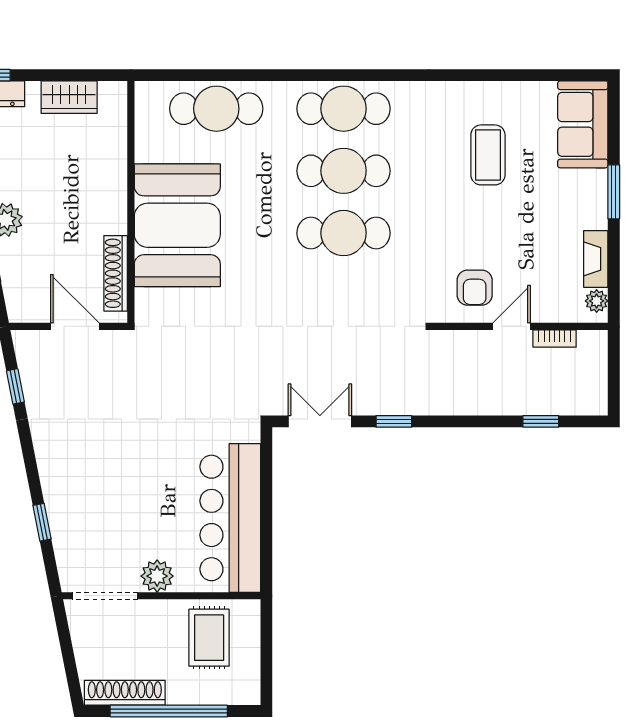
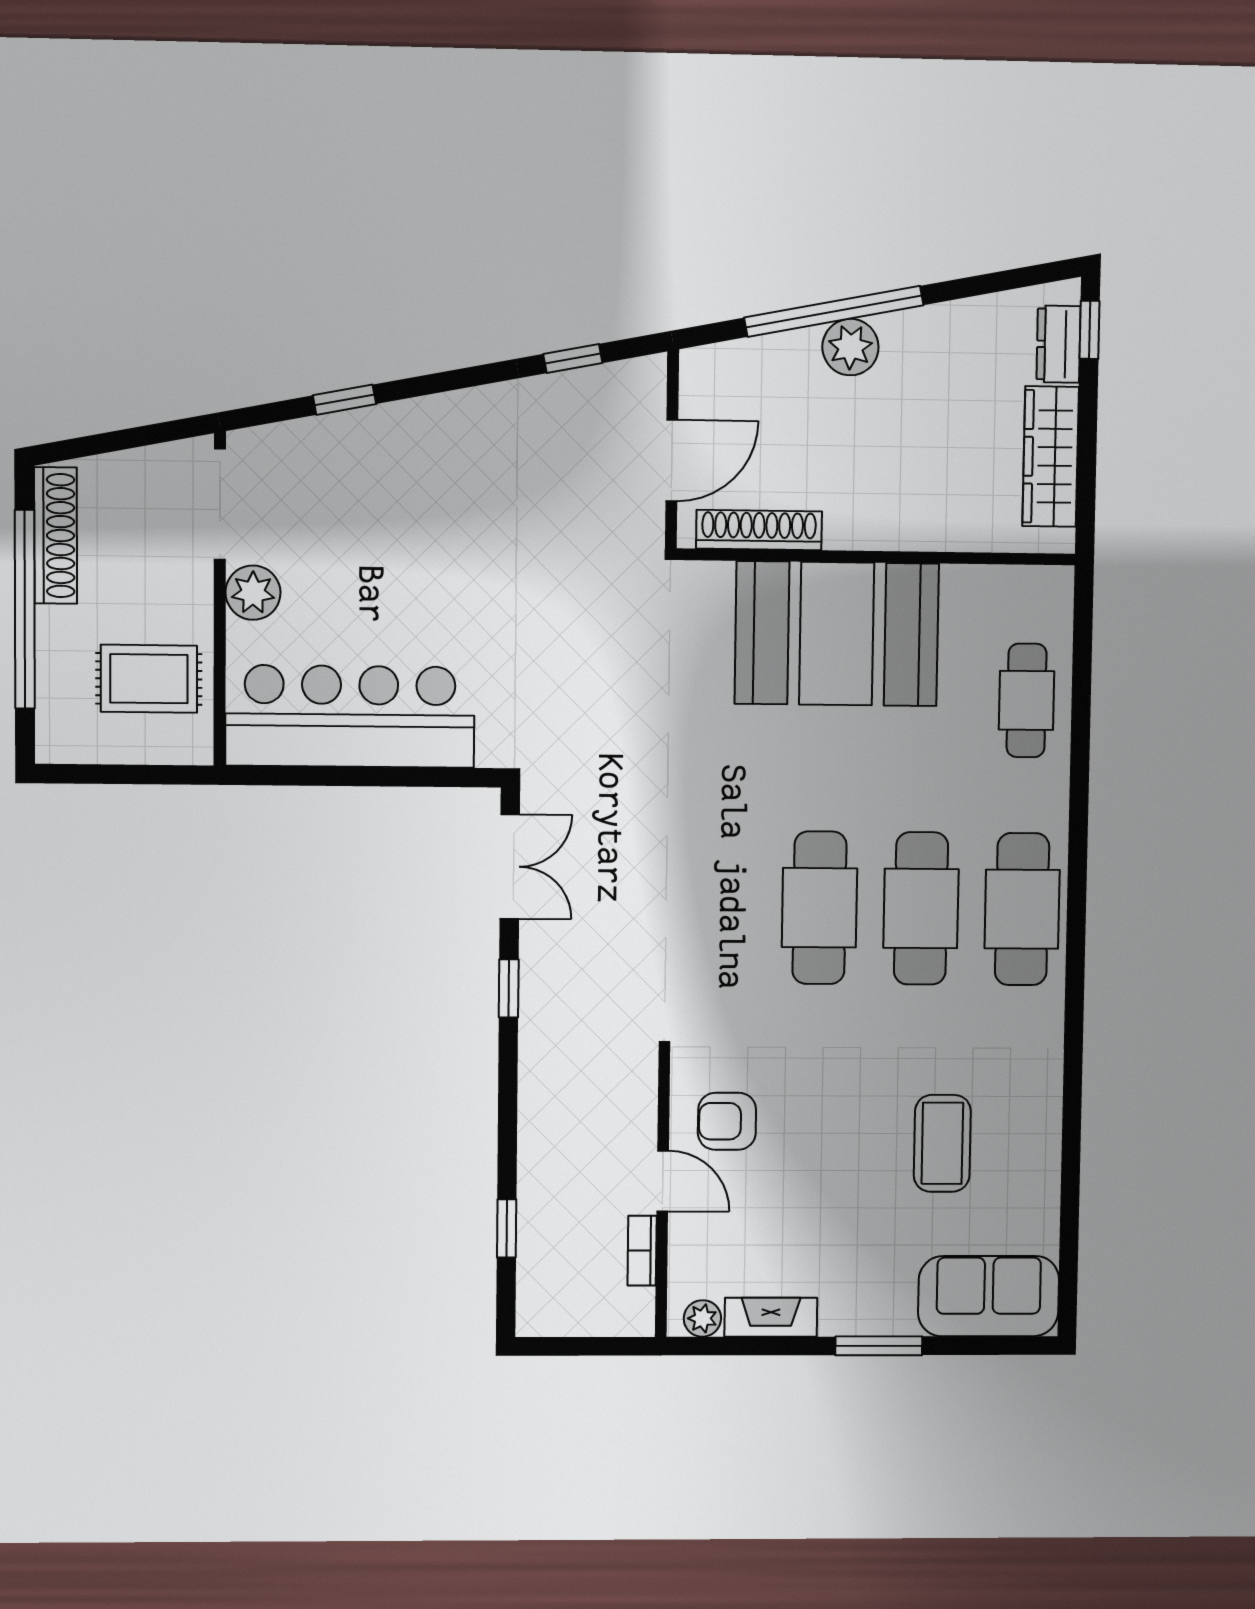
wardrobe: (69, 97) -> (1051, 457), width x1.50
cafe table: (216, 109) -> (1026, 700), width x0.73, depth x0.74
coffee table: (488, 155) -> (942, 1143), turned 90

